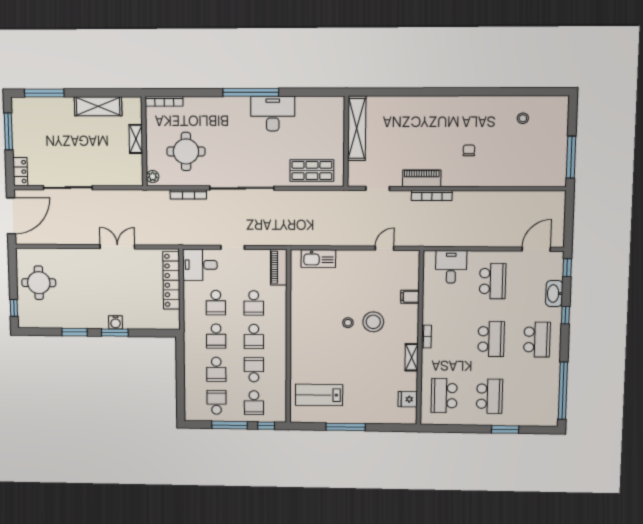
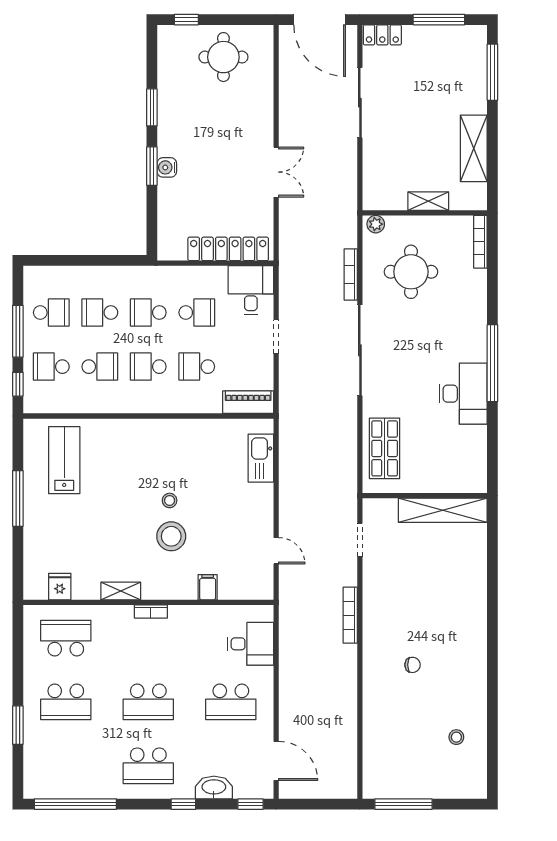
piano: (422, 178) -> (374, 601), removed
school desk: (216, 303) -> (197, 313), turned 180

